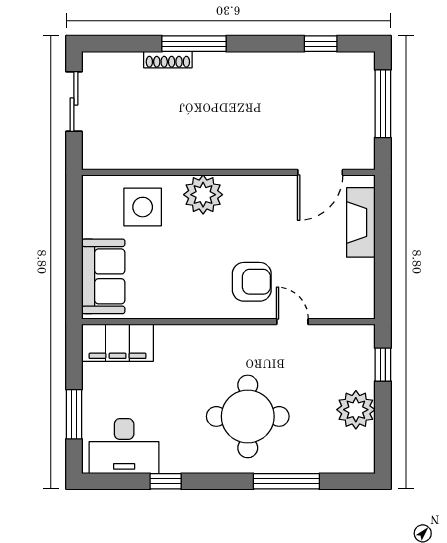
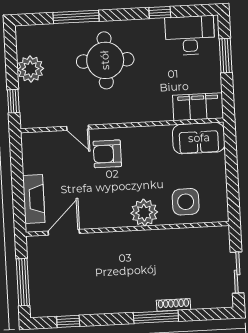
sofa: (103, 276) -> (199, 138), moved, turned -90

